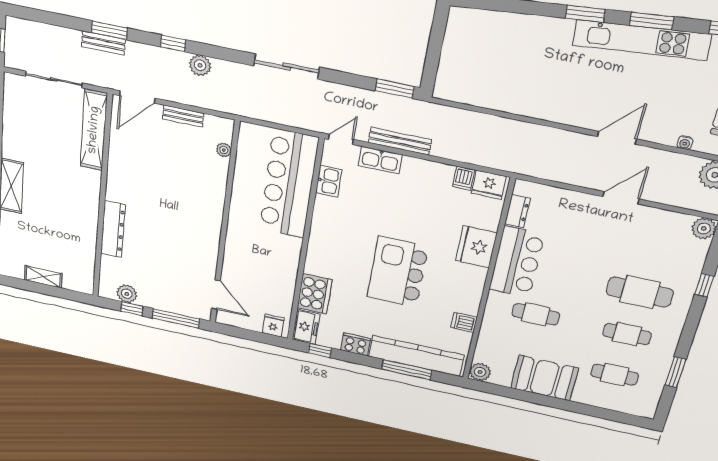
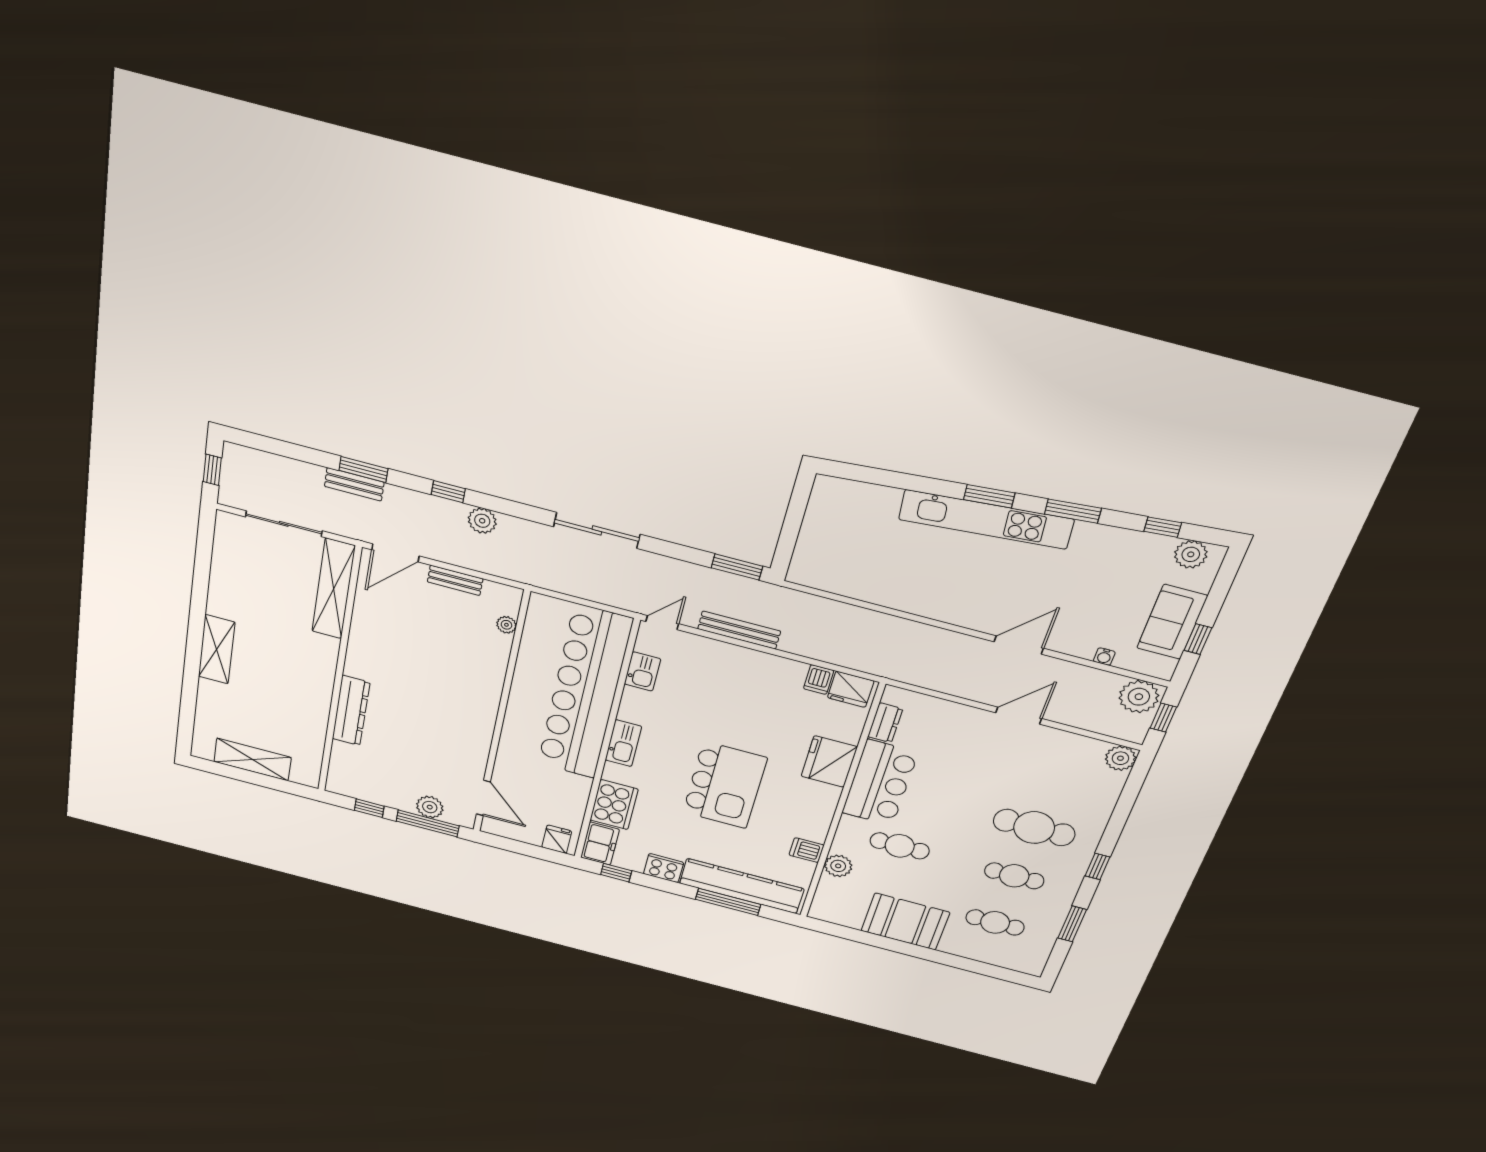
kitchen unit: (642, 40) -> (986, 519), moved
kitchen sink: (380, 160) -> (623, 743), moved, turned -90
bar counter: (289, 184) -> (585, 693), width x1.36
kitchen island: (398, 272) -> (725, 785), turned 180
shelving: (43, 277) -> (253, 760), width x1.50, depth x1.33
window: (704, 285) -> (1098, 866), moved
plant: (127, 294) -> (430, 807), moved
plant: (480, 372) -> (838, 866), moved

